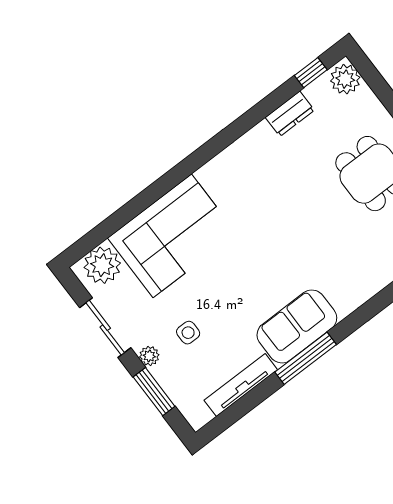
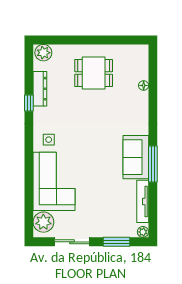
window: (311, 73) -> (29, 103), moved
dresser: (290, 114) -> (40, 89), width x1.44
side table: (188, 333) -> (49, 140), moved
plant: (149, 356) -> (143, 232), moved

